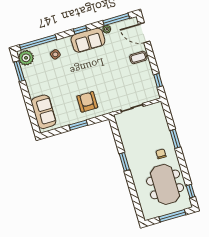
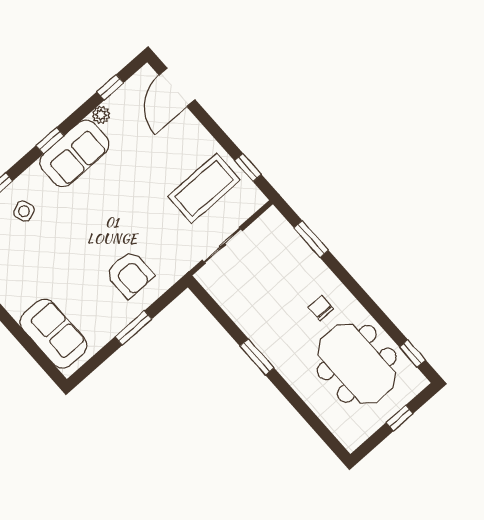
window: (116, 19) -> (110, 87), width x0.46
door: (144, 33) -> (177, 87), hinge flipped
coffee table: (138, 57) -> (204, 188), moved, width x1.86, depth x1.72
armchair: (87, 102) -> (130, 274), turned 180
window: (175, 139) -> (311, 239), moved
window: (172, 216) -> (400, 418), width x0.46

